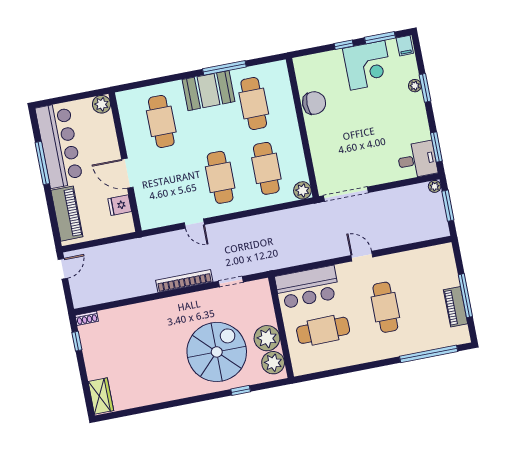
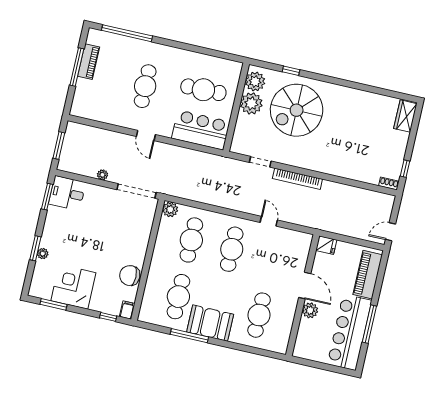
window: (344, 45) -> (108, 317), moved
filing cabinet: (405, 46) -> (127, 310), moved
plant: (102, 104) -> (310, 310), moved
plant: (435, 186) -> (102, 175), moved
fridge: (120, 205) -> (326, 245), moved

